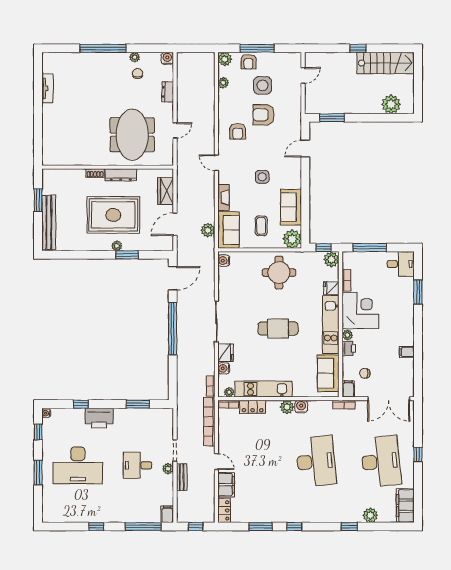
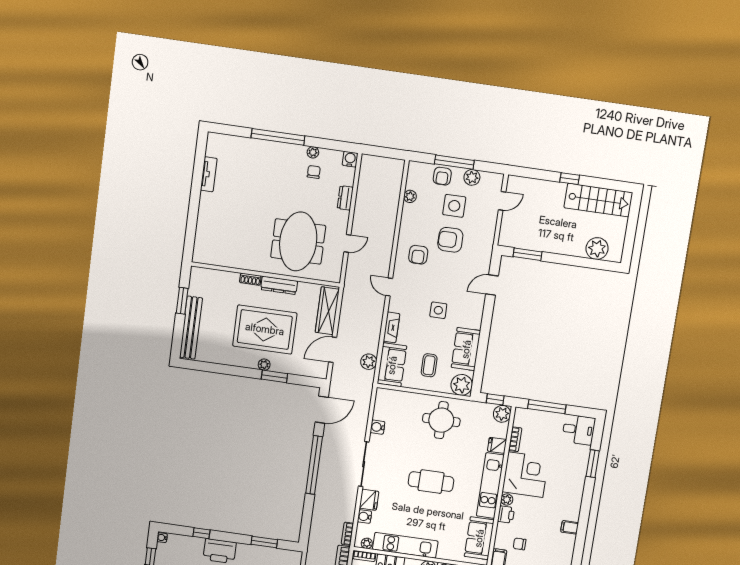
plant: (225, 59) -> (472, 177), moved
wardrobe: (166, 191) -> (327, 311), width x1.50
water cooler: (224, 261) -> (377, 427), moved

